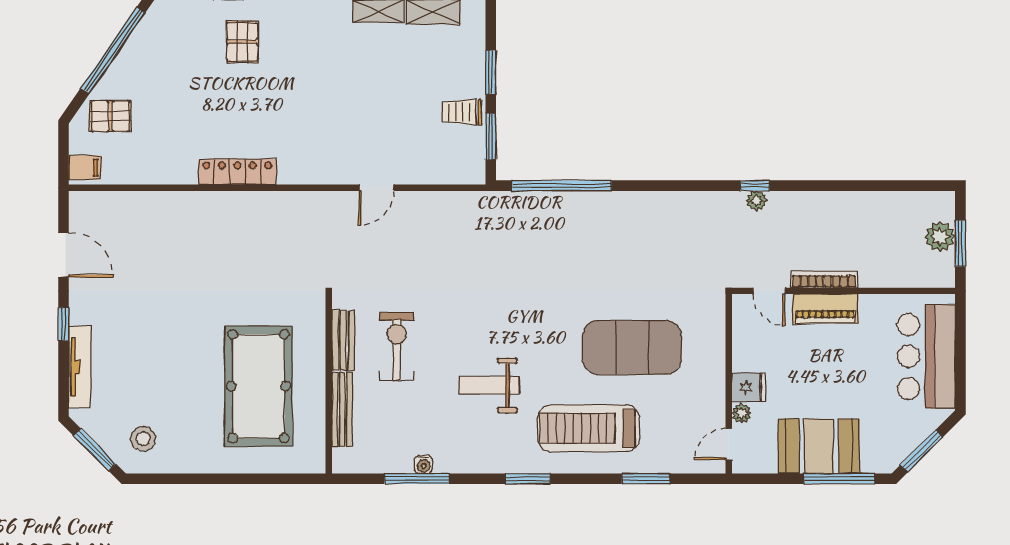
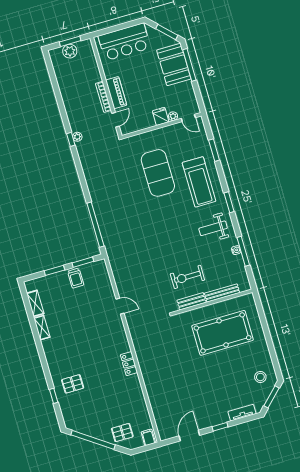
pallet: (110, 116) -> (122, 433), turned 90
locker: (237, 172) -> (129, 364), width x0.66
tv unit: (80, 367) -> (242, 413), width x0.71
weight bench: (489, 385) -> (213, 228), moved, turned 90
booth: (819, 446) -> (174, 64), moved

